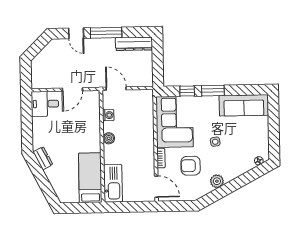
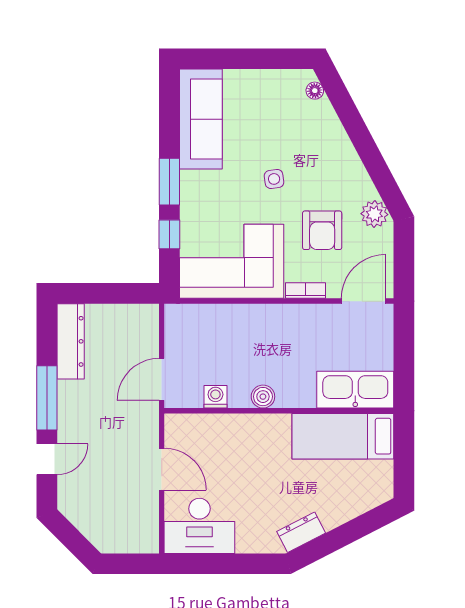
desk: (45, 104) -> (199, 526), width x1.37
plant: (217, 181) -> (374, 214), moved

